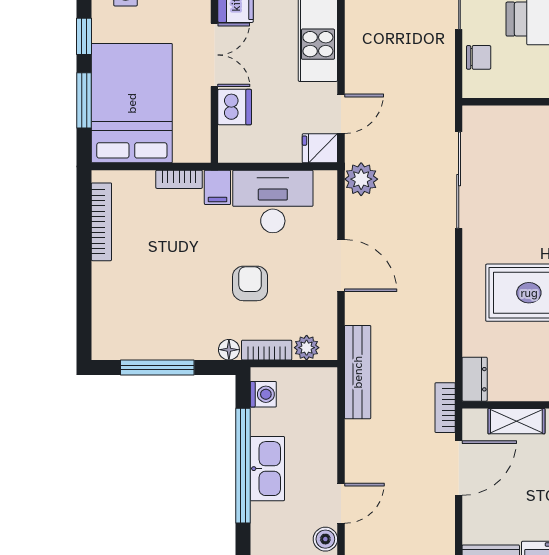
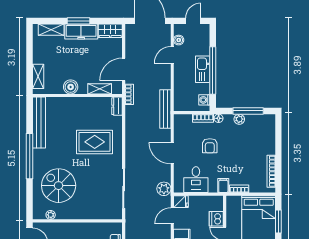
desk: (273, 201) -> (196, 180), width x0.73
plant: (307, 348) -> (239, 119), moved

